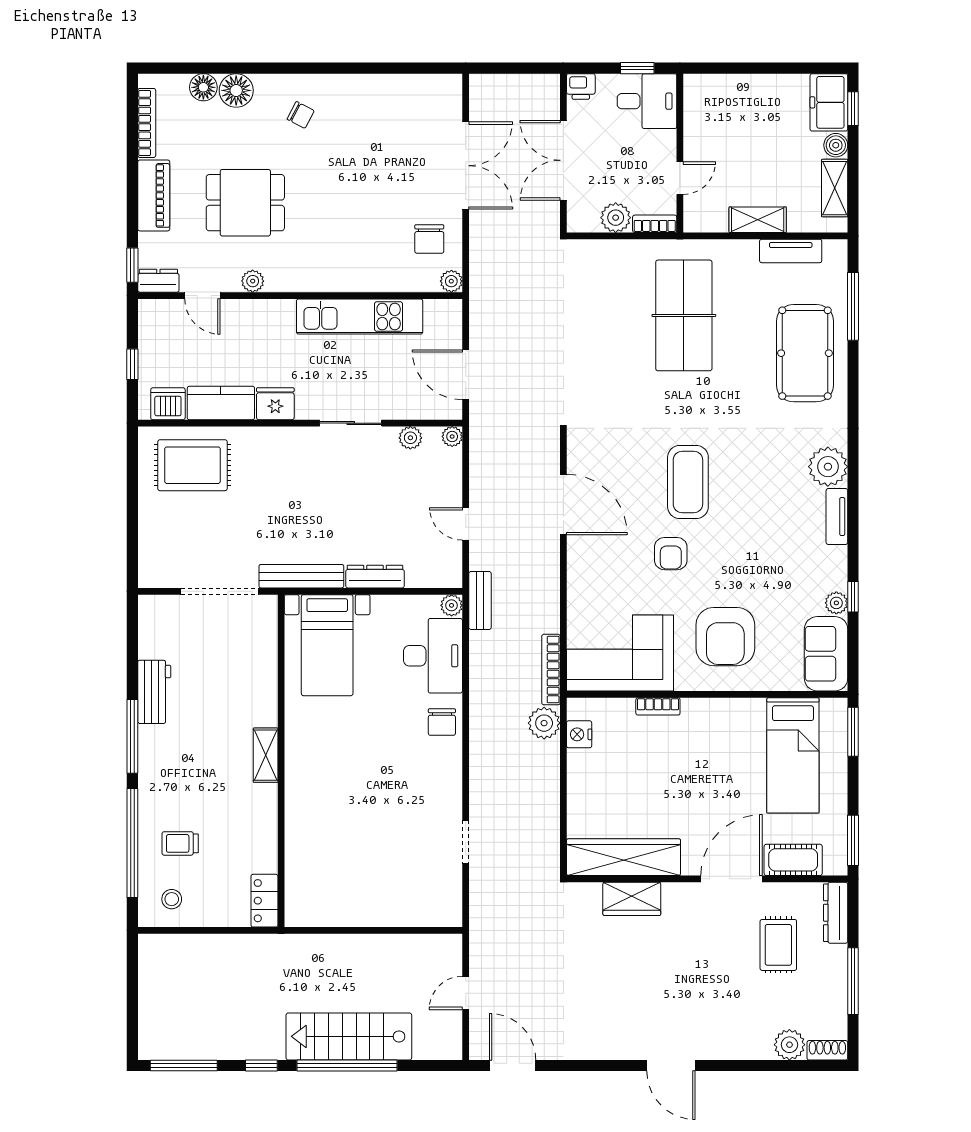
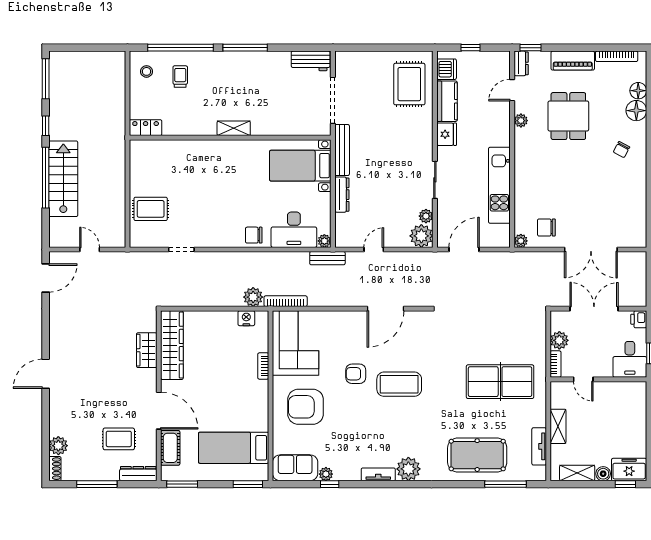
plant: (452, 436) -> (421, 236), width x1.87, depth x1.87
workbench: (154, 692) -> (311, 61), moved
rug: (399, 892) -> (151, 209), added

